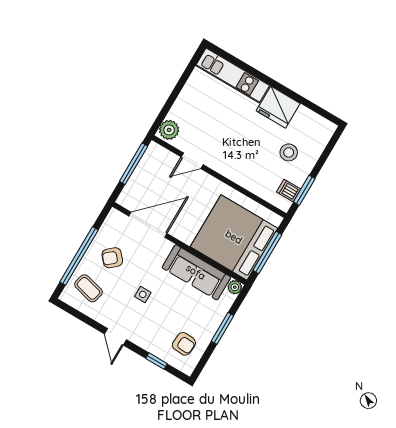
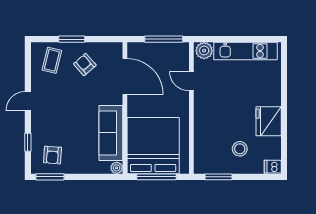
kitchen unit: (233, 75) -> (245, 51), moved, turned -90
dishwasher: (289, 191) -> (273, 167), moved, turned -90
window: (79, 256) -> (72, 39), width x0.47
side table: (143, 294) -> (71, 103), removed
window: (222, 328) -> (50, 177), moved

